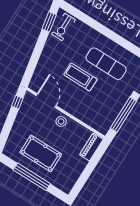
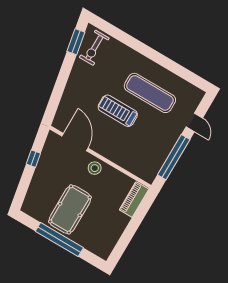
window: (17, 102) -> (33, 159), moved
pool table: (41, 153) -> (70, 209), turned 90

